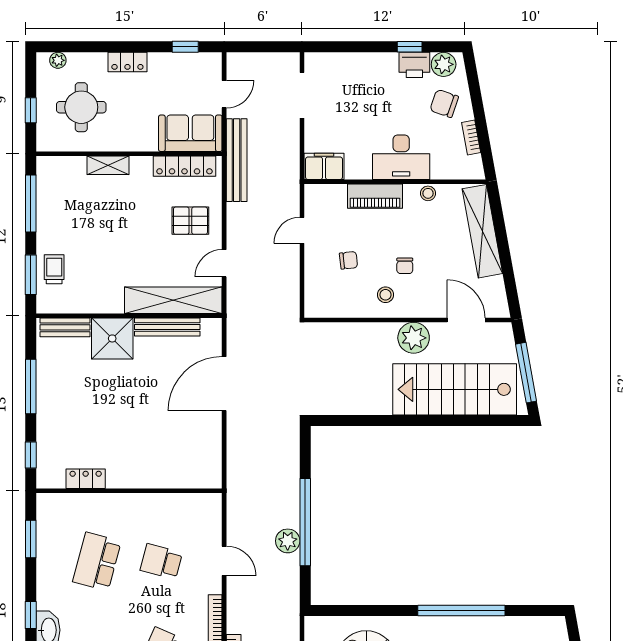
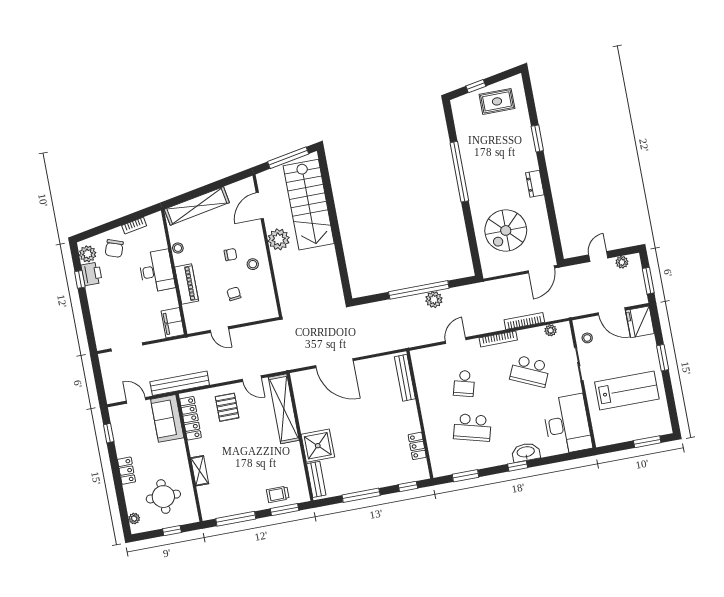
bench: (167, 327) -> (405, 378), moved

